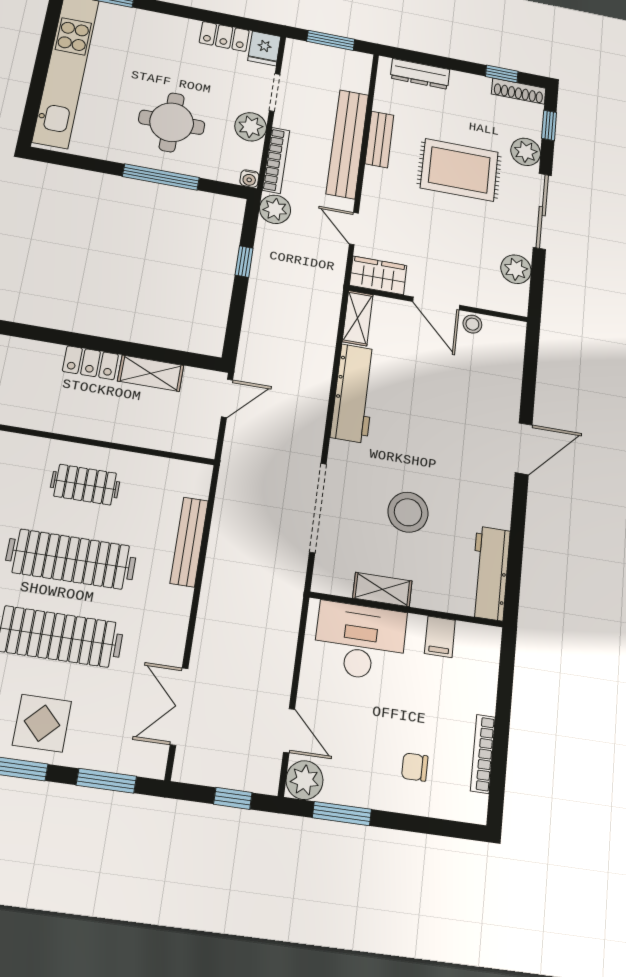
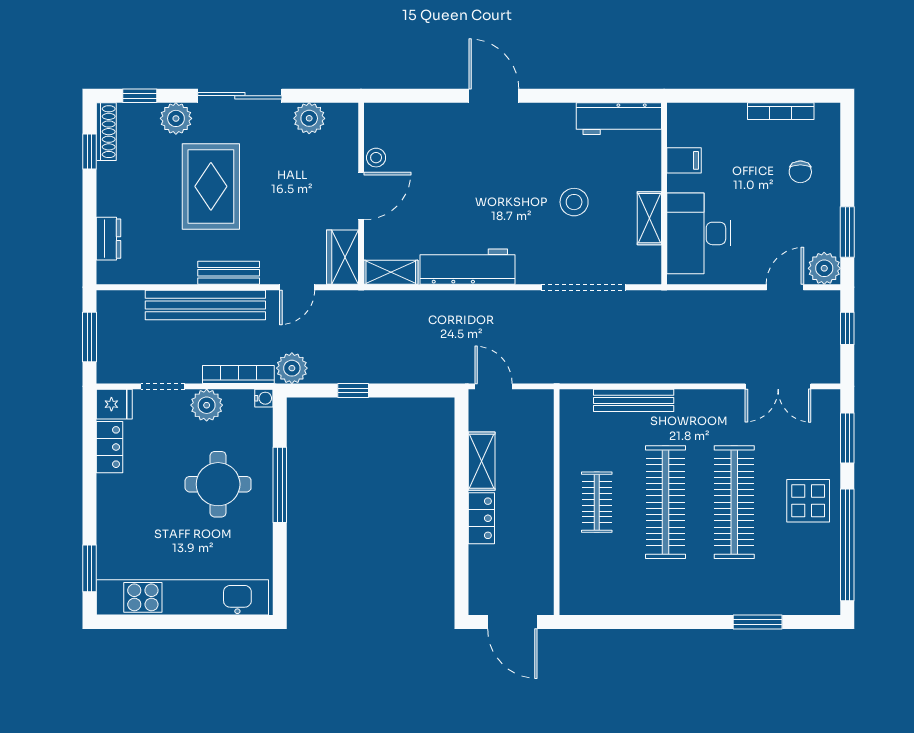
dresser: (420, 74) -> (109, 239), width x0.70
bench: (379, 139) -> (229, 273), moved
stool: (408, 512) -> (574, 202), width x0.73, depth x0.73

